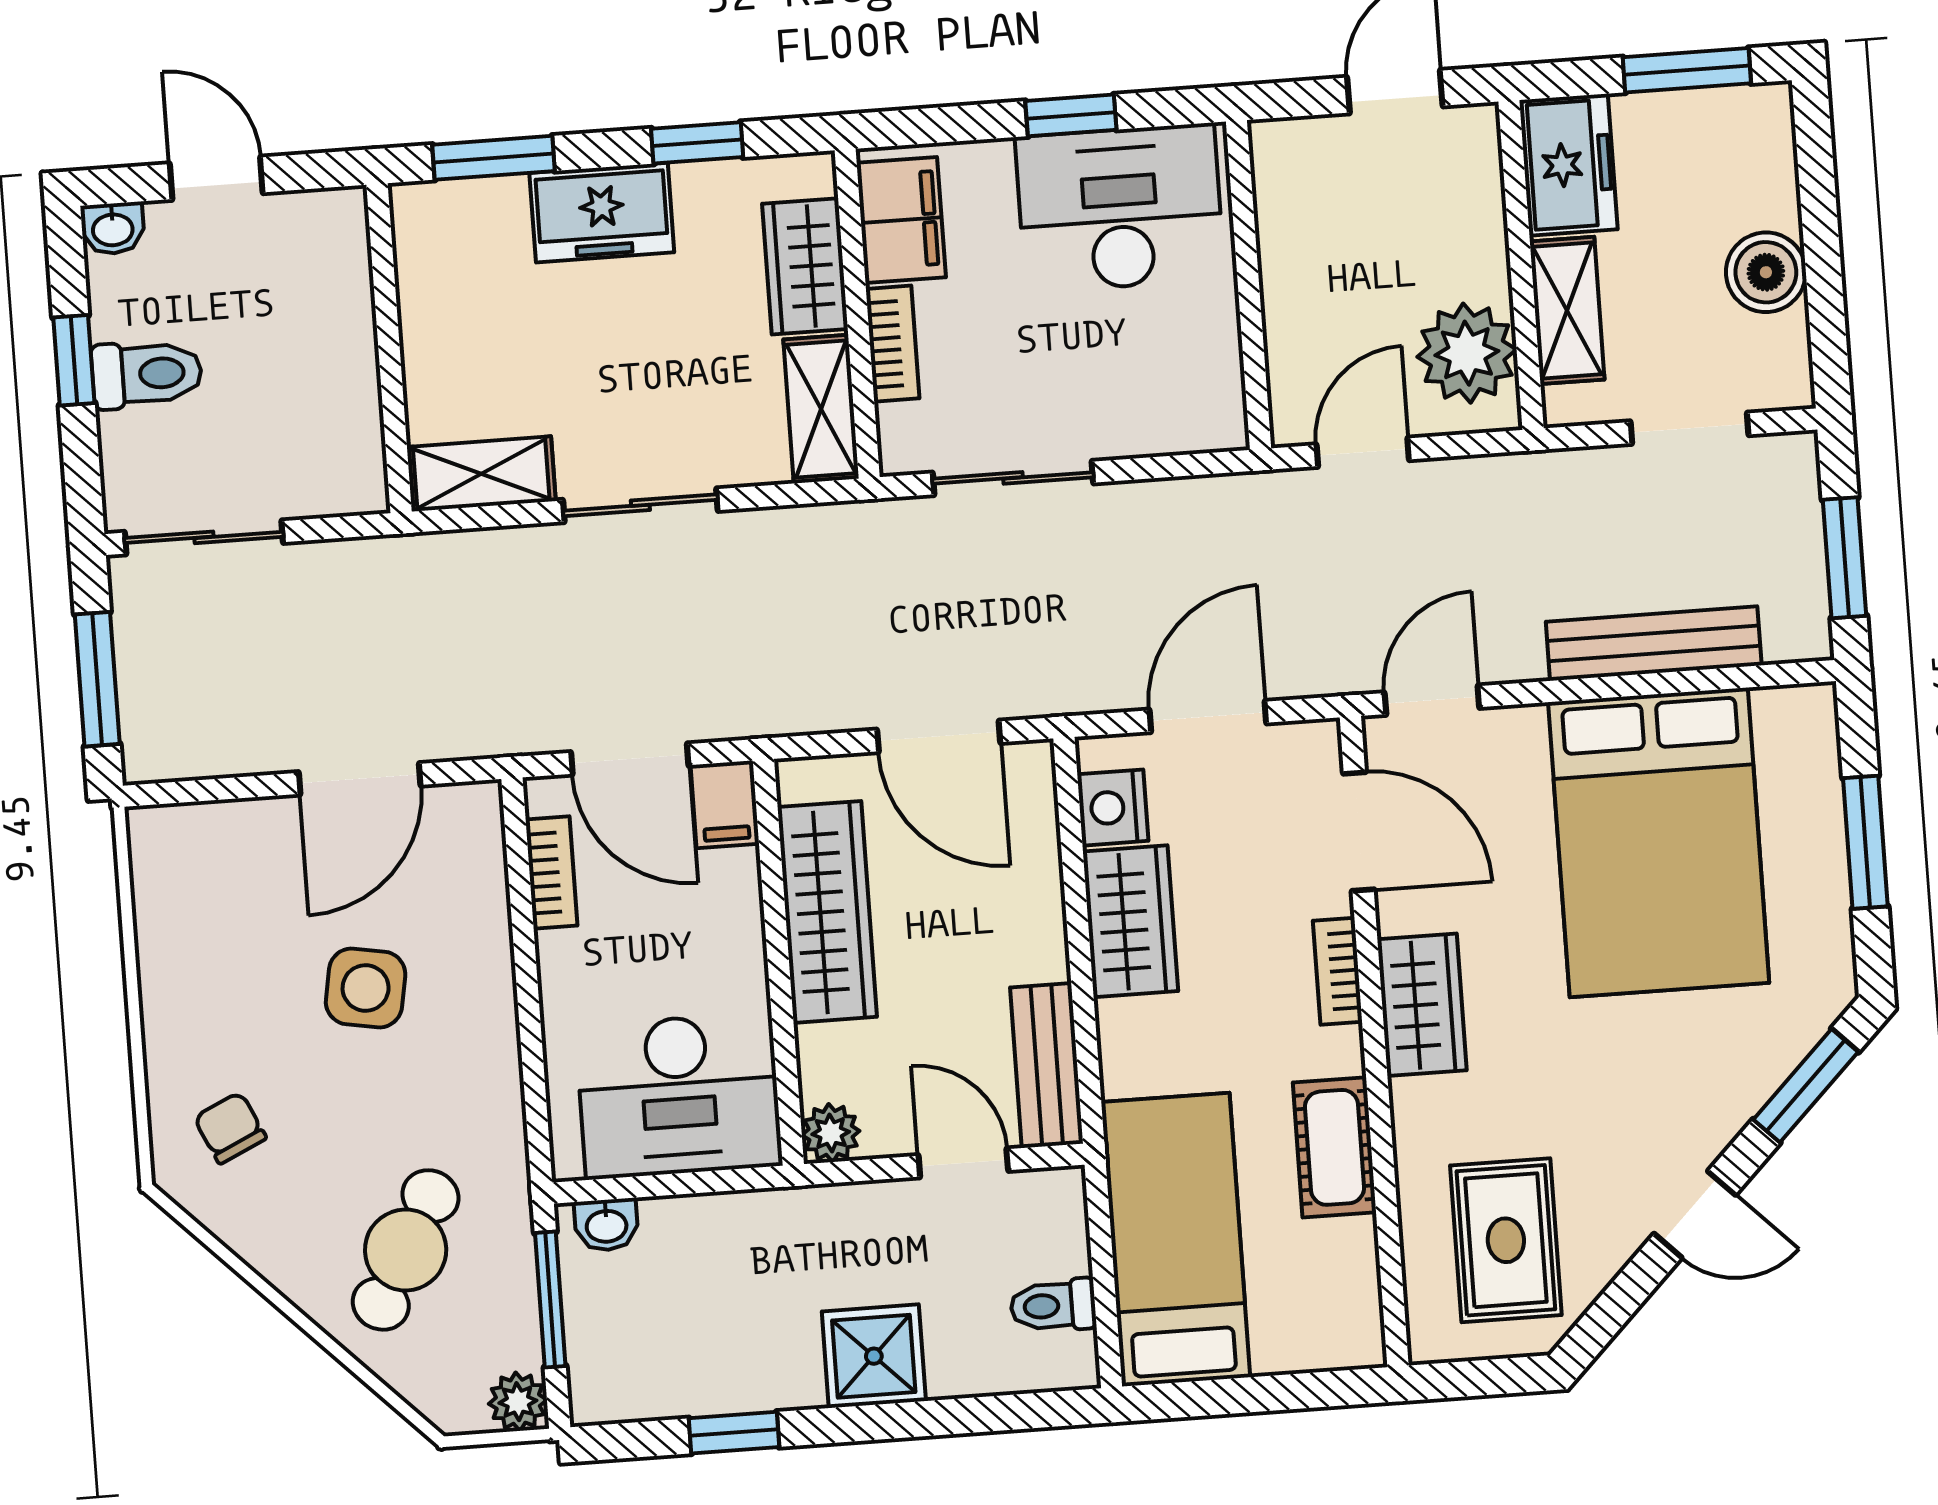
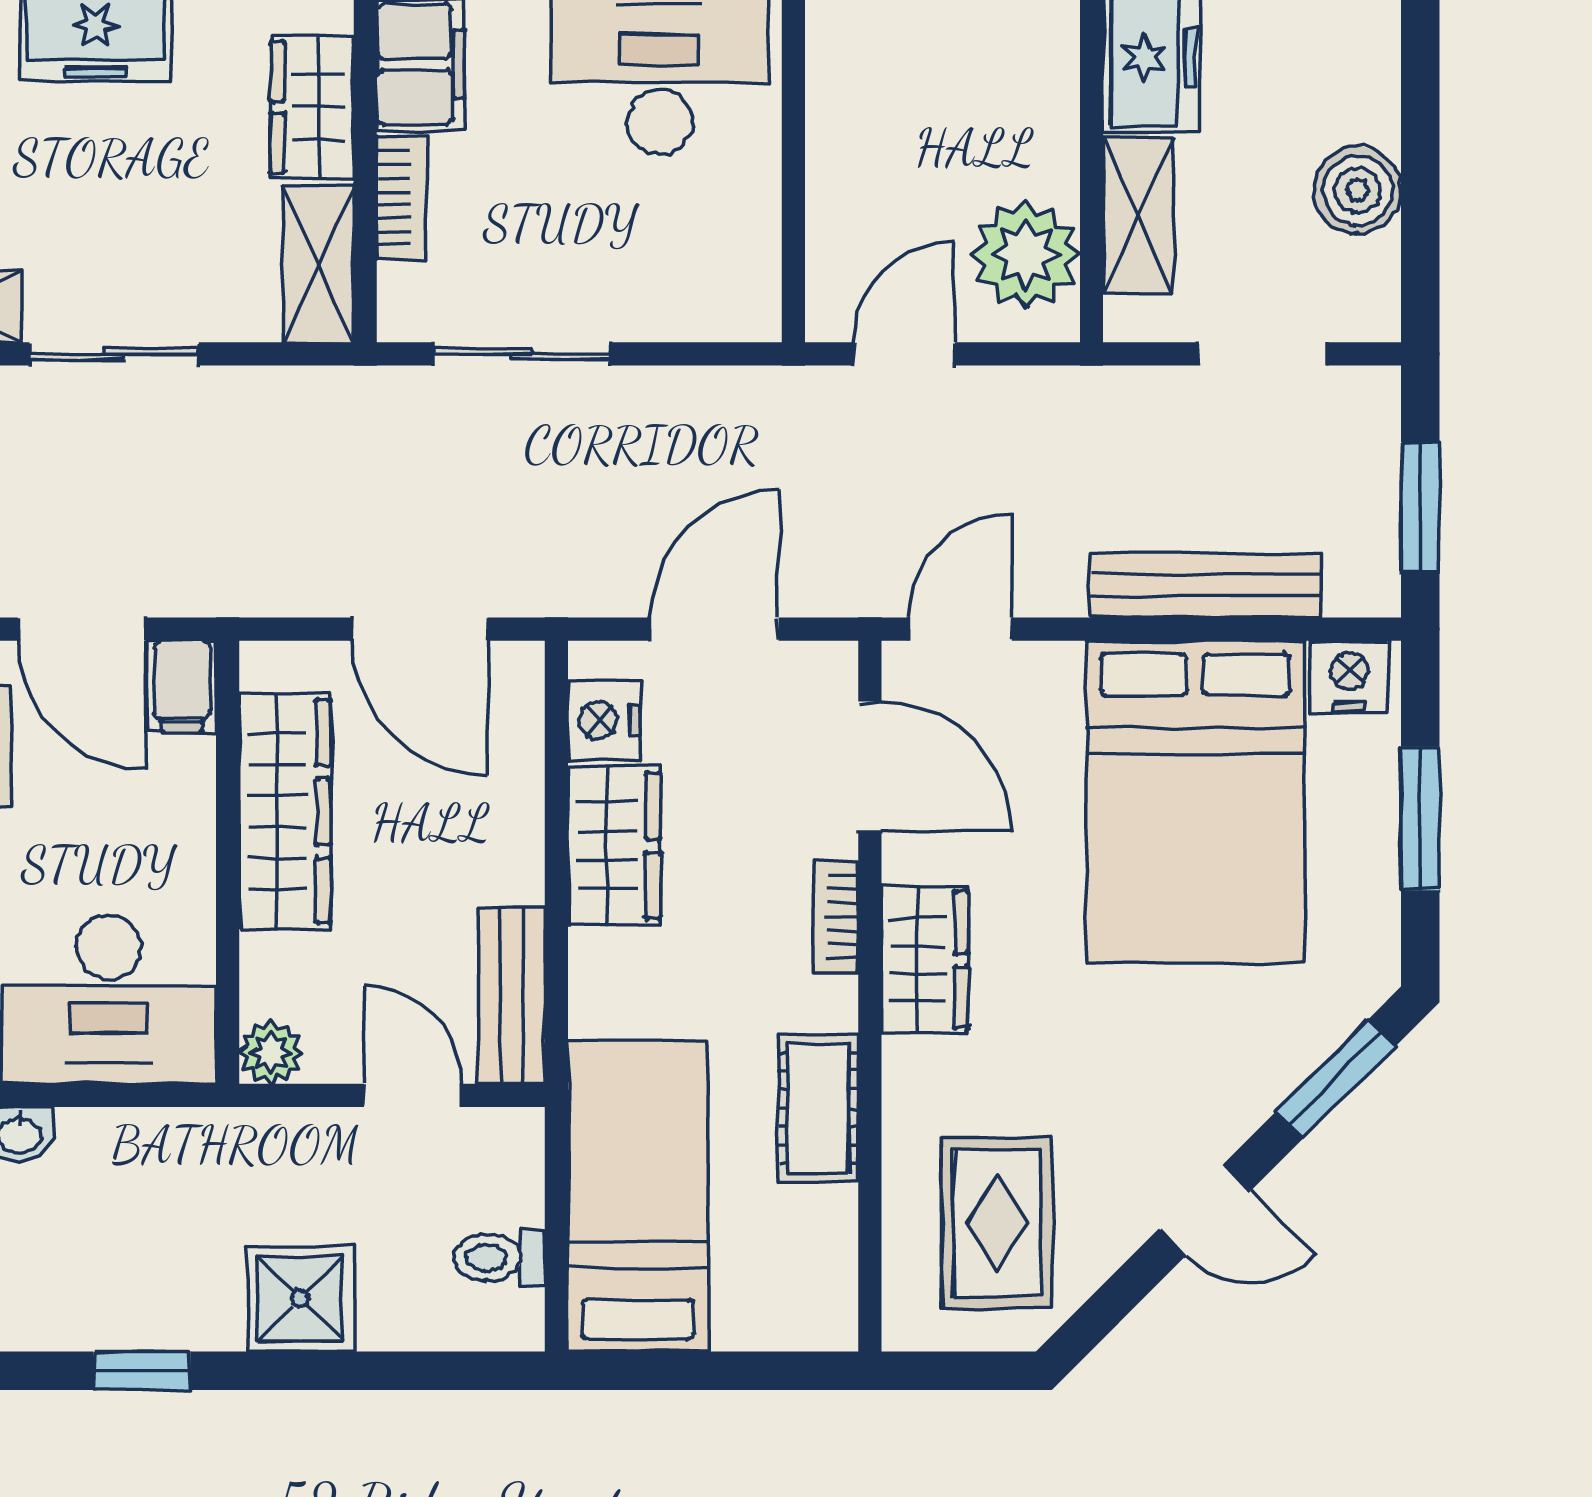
nightstand: (1791, 717) -> (1349, 676), added

